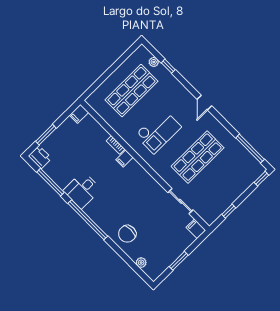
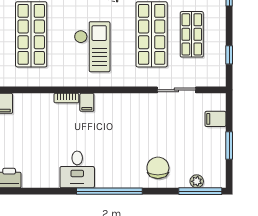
shop shelf: (220, 179) -> (192, 34), added
window: (50, 182) -> (200, 191), moved
filing cabinet: (196, 229) -> (215, 119), moved
chair: (127, 234) -> (158, 168), turned 180

